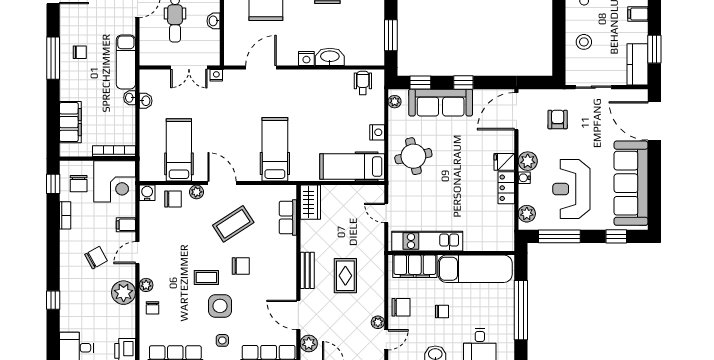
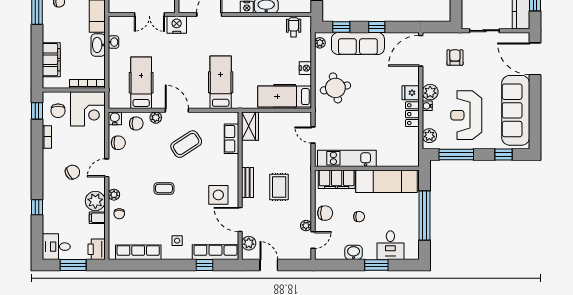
nightstand: (216, 75) -> (177, 25), width x1.89, depth x1.79
washbasin: (130, 98) -> (98, 45), width x1.91, depth x1.45
filing cabinet: (126, 225) -> (97, 218), moved
chair: (241, 266) -> (118, 143), moved
side table: (220, 306) -> (218, 195), moved

